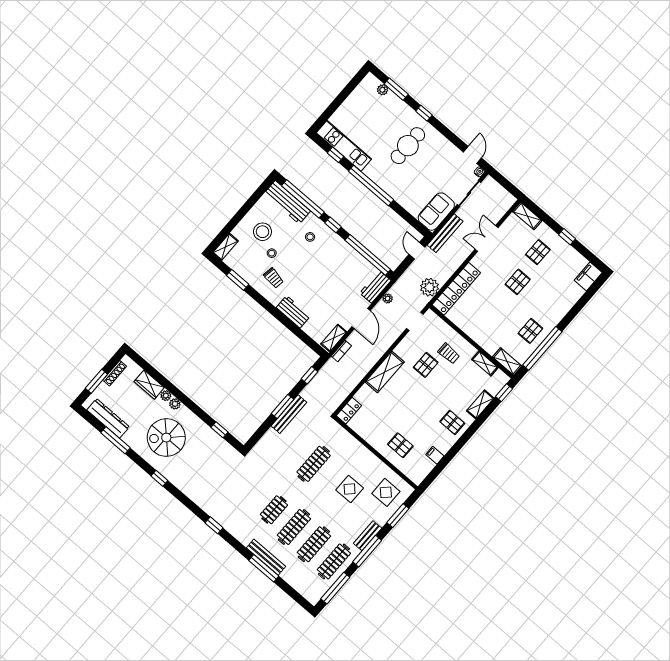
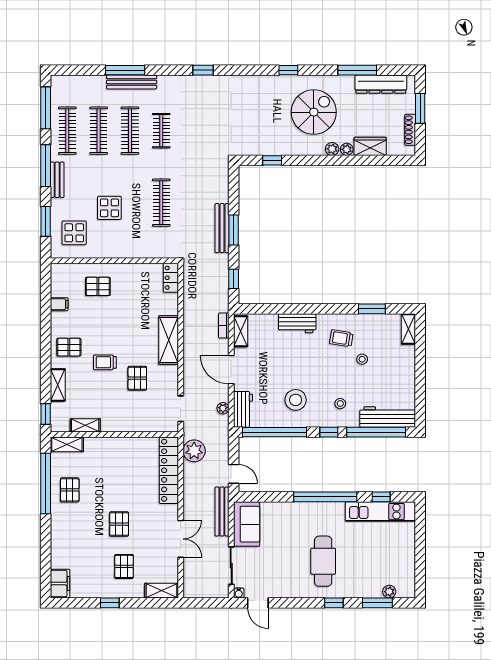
stool: (262, 232) -> (296, 400), moved
trolley: (449, 353) -> (105, 362), moved

